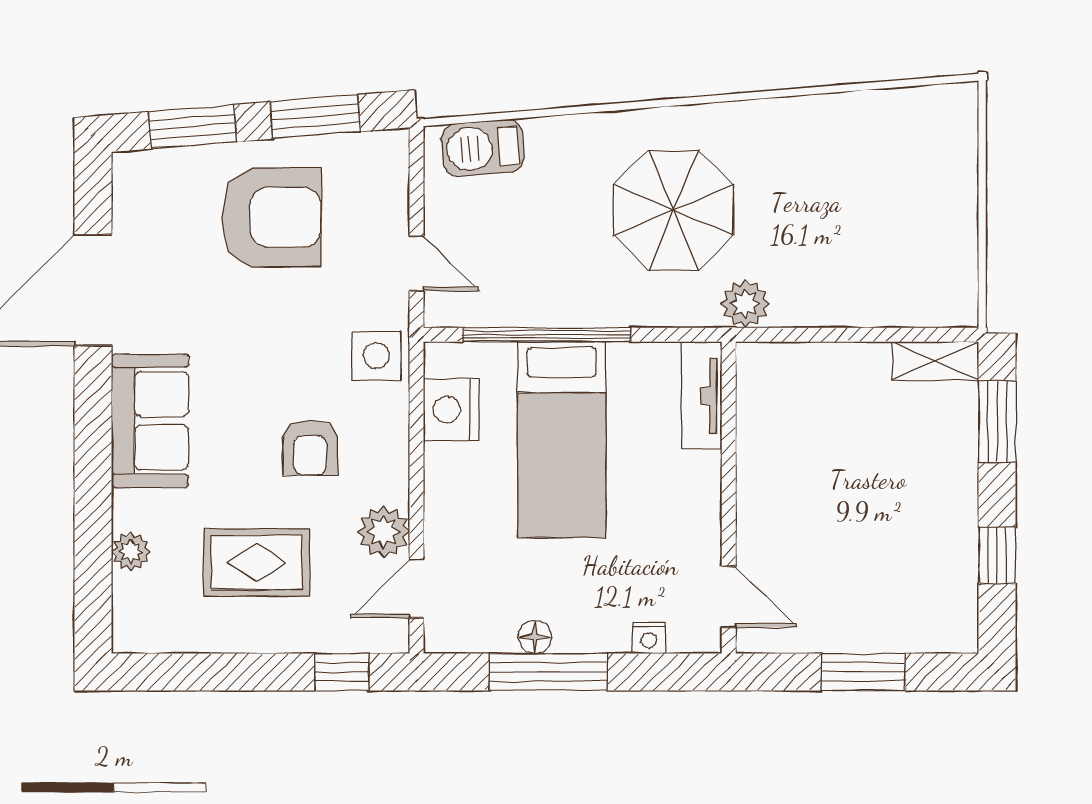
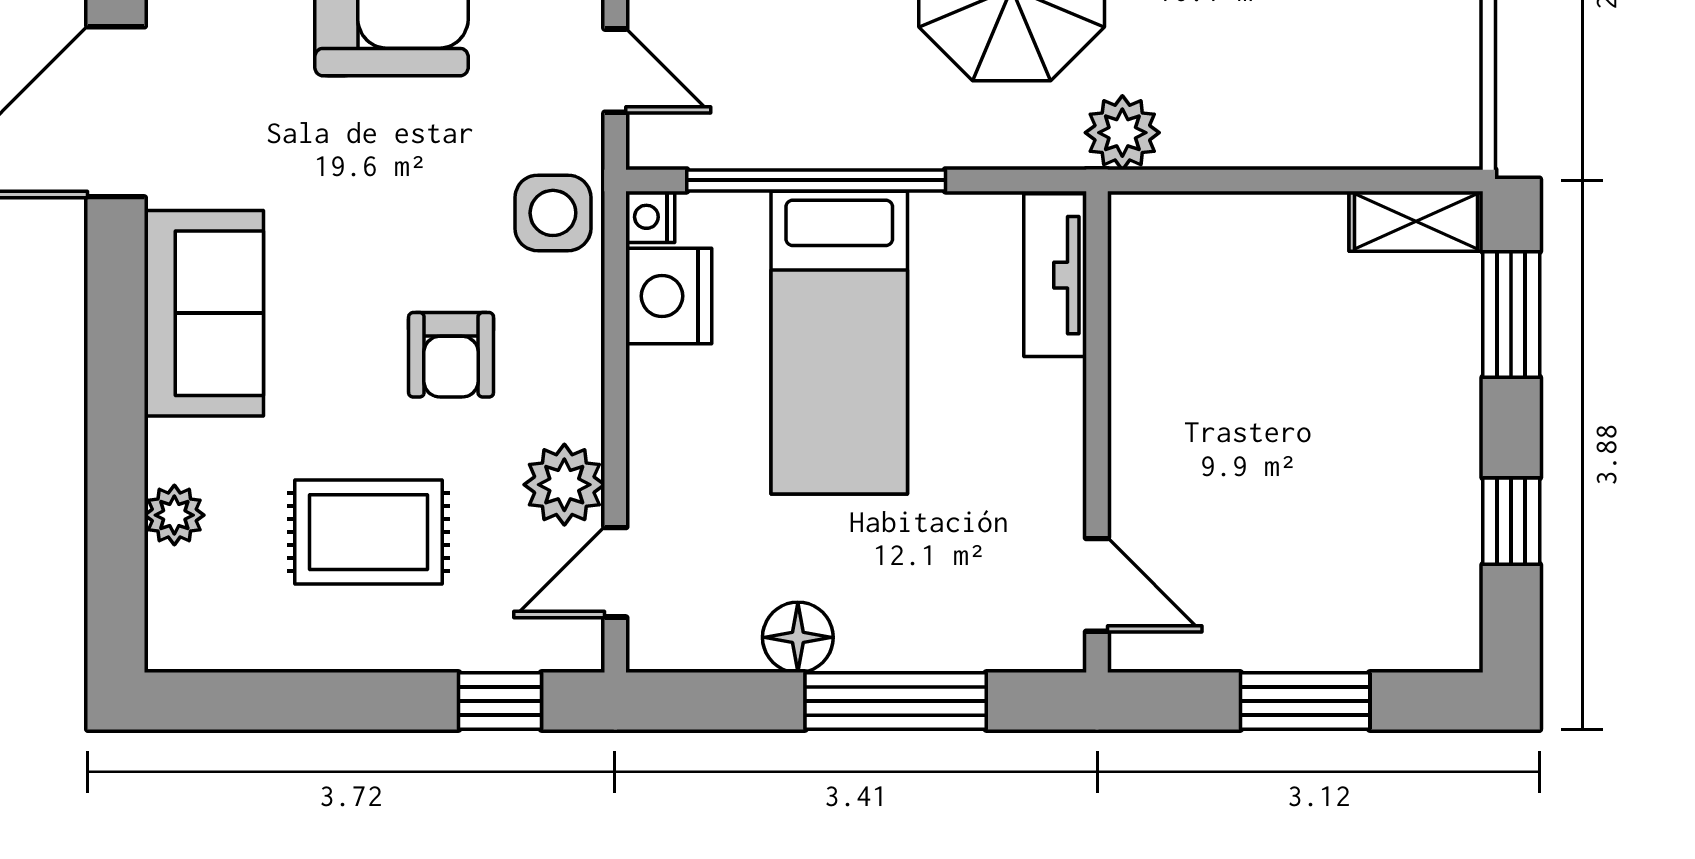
floor lamp: (535, 637) -> (798, 637), width x1.37, depth x1.37
nightstand: (649, 638) -> (650, 217), moved, turned 90
window: (548, 672) -> (896, 701), moved

